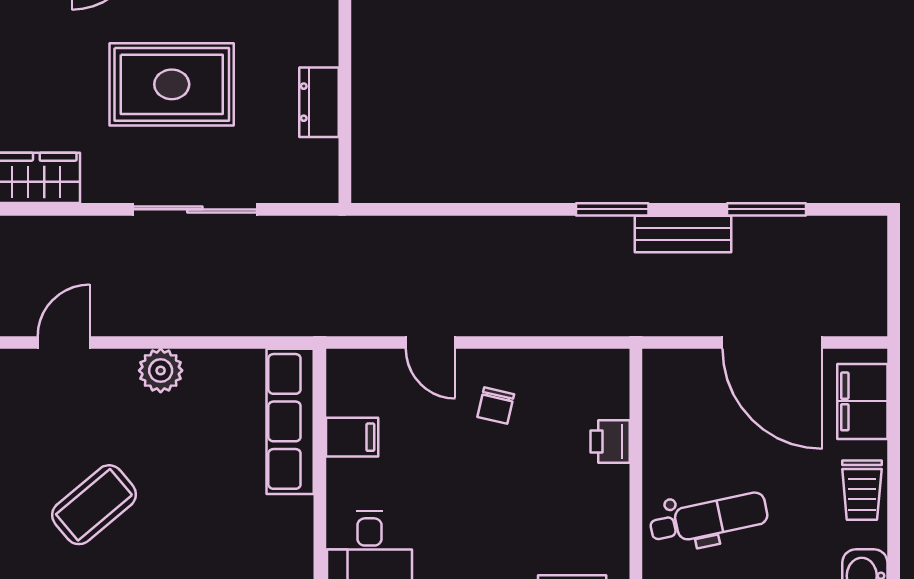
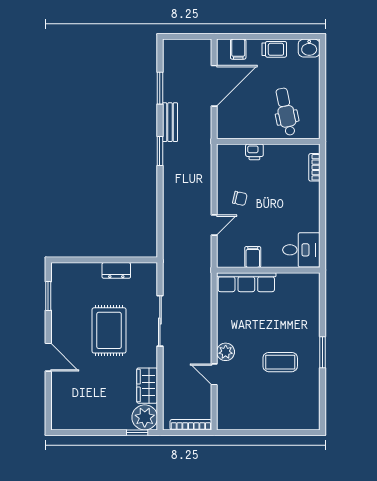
plant: (161, 371) -> (226, 352), moved
filing cabinet: (862, 401) -> (238, 49), width x0.50
coffee table: (94, 505) -> (280, 362), turned -50

